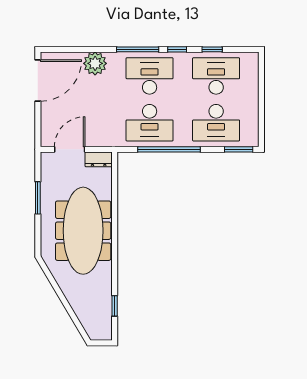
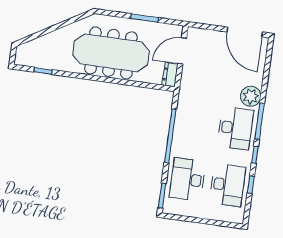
plant: (95, 63) -> (251, 96), moved
desk: (150, 123) -> (195, 123), removed
door: (70, 149) -> (182, 51), swing flipped

